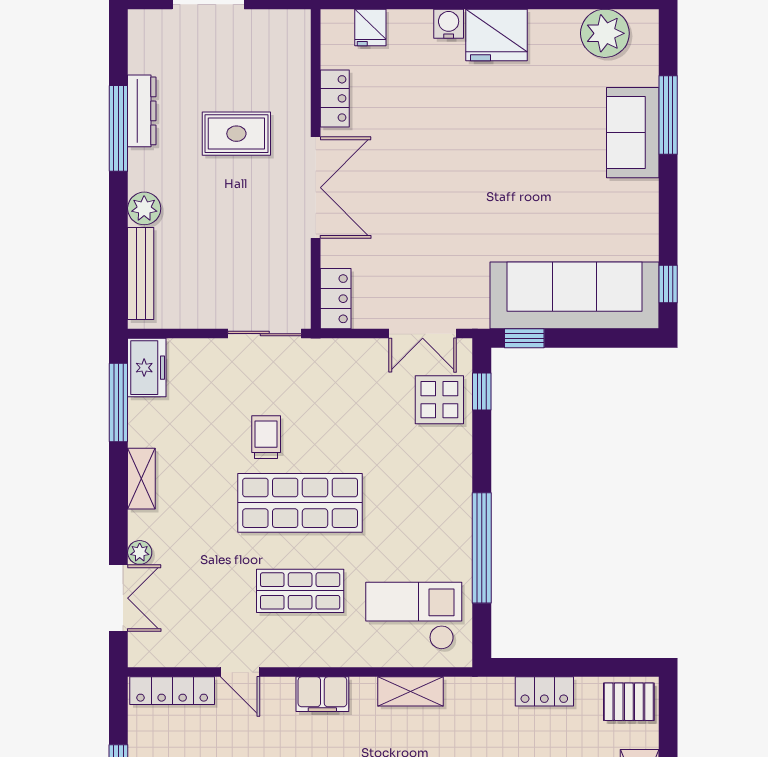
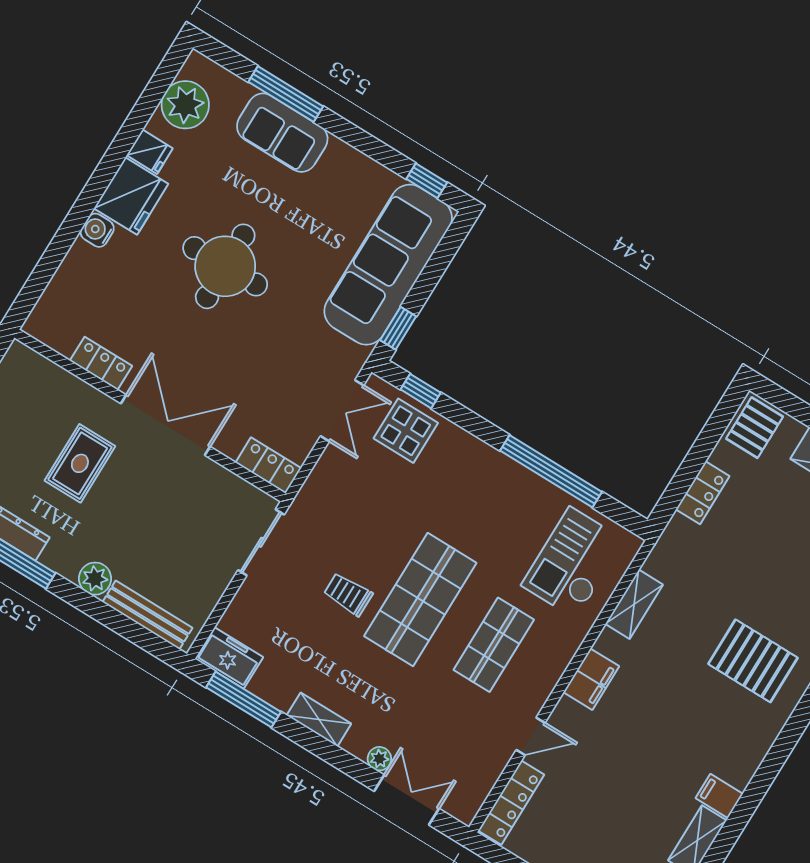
fridge: (370, 27) -> (150, 152), moved
round table: (486, 154) -> (225, 266), added

